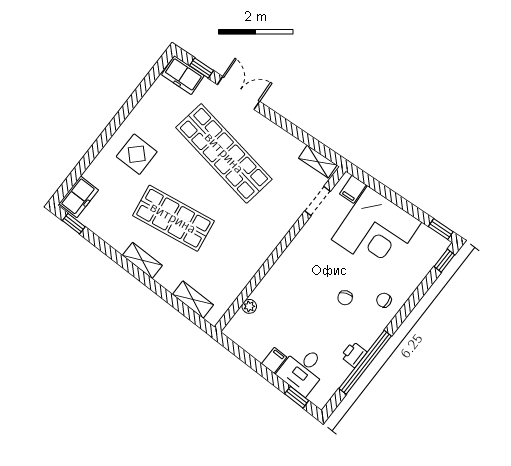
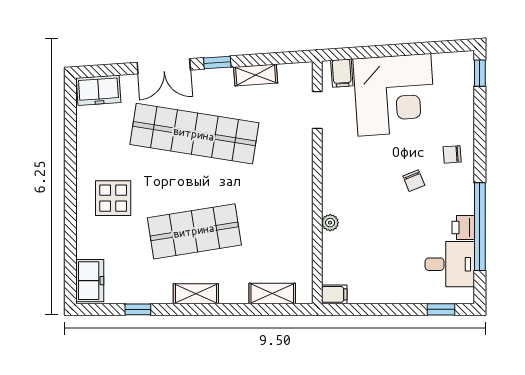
window: (201, 68) -> (217, 62), moved
double door: (238, 93) -> (164, 66), swing flipped
shelving: (318, 162) -> (256, 75), moved
window: (74, 224) -> (138, 309), moved
window: (441, 229) -> (453, 46), removed
plant: (249, 306) -> (330, 223), moved
filing cabinet: (274, 360) -> (334, 294), moved, turned 90
desk: (303, 370) -> (450, 264), moved, turned -90

